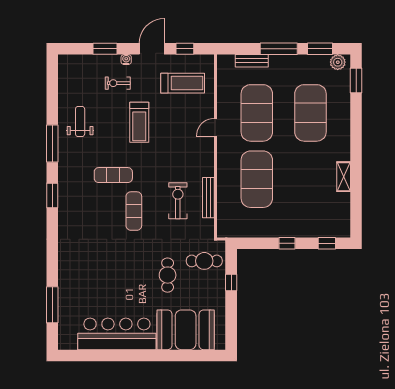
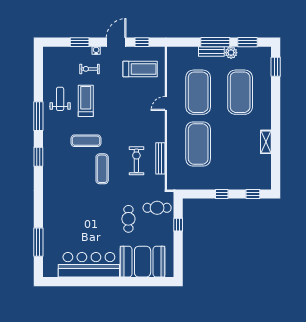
bench: (252, 61) -> (211, 51), moved
plant: (338, 62) -> (231, 53), moved
treadmill: (139, 122) -> (86, 101), moved, turned 180

